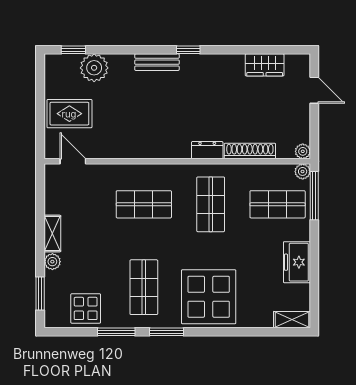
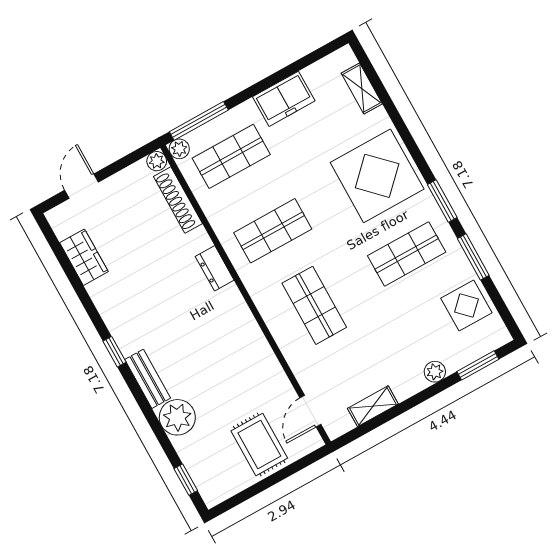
plant: (94, 68) -> (177, 417), moved
shoe rack: (250, 151) -> (178, 200), moved
shop shelf: (278, 204) -> (231, 156), turned 90
shelving: (52, 234) -> (373, 406), moved
shelving: (292, 320) -> (362, 88), moved

